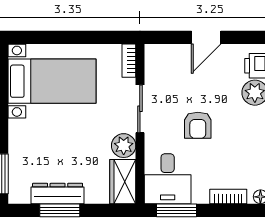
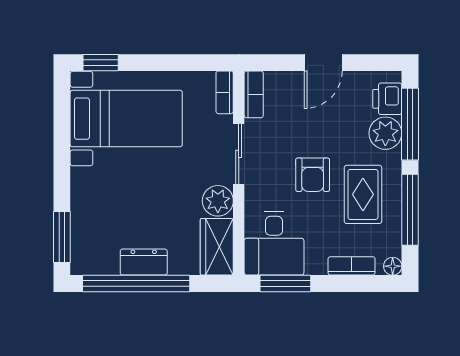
window: (32, 37) -> (101, 63), added
bookcase: (152, 62) -> (254, 94), added
rug: (237, 141) -> (363, 194), added
dresser: (58, 194) -> (144, 262), width x0.70
window: (60, 210) -> (136, 284), width x2.11

